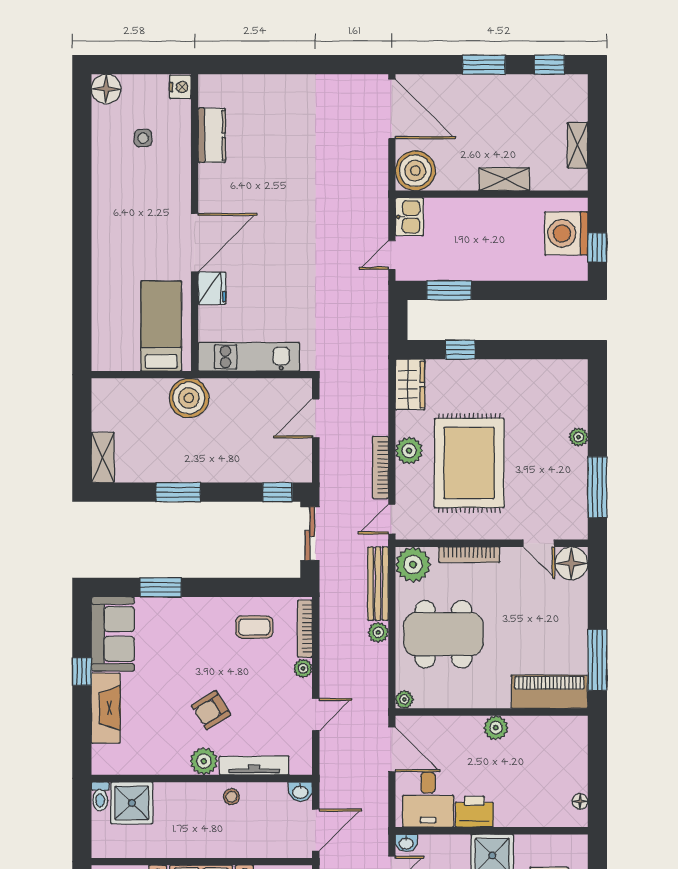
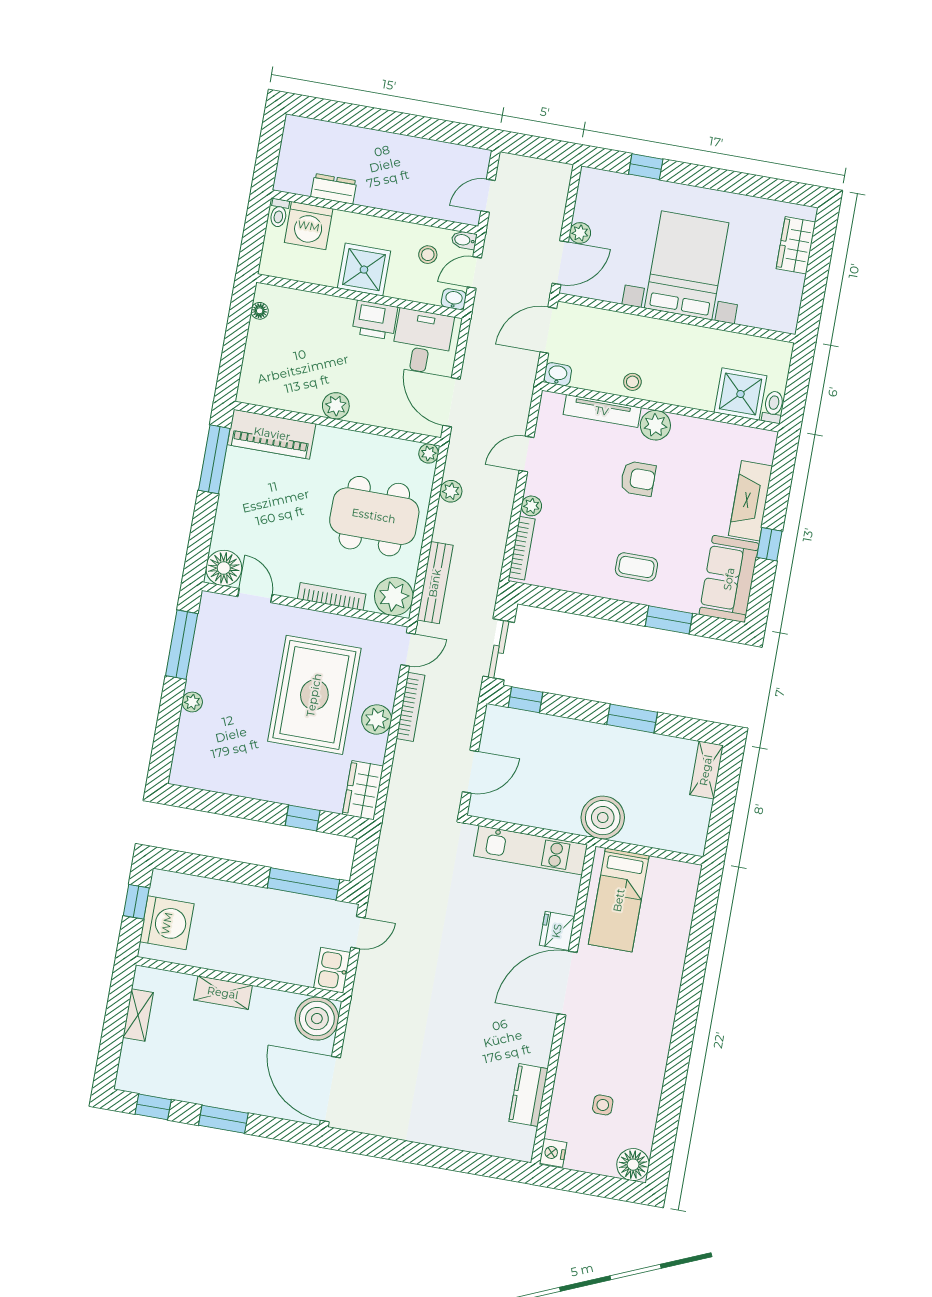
window: (449, 290) -> (303, 884), width x1.44
coffee table: (254, 627) -> (636, 567), moved
plant: (378, 632) -> (451, 491), moved
armchair: (211, 710) -> (638, 479), turned 32

